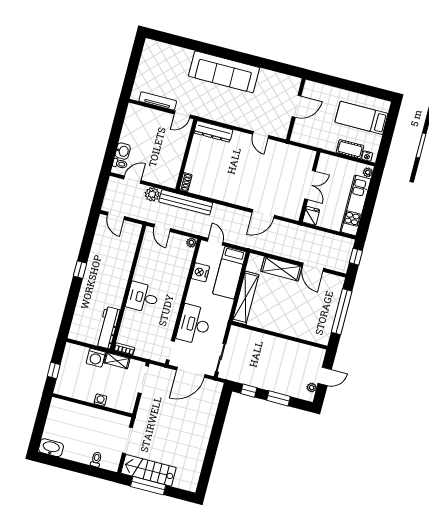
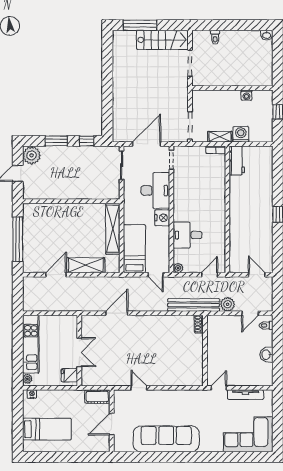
corner sofa: (165, 61) -> (248, 434), added
sofa: (224, 72) -> (166, 439), moved
dresser: (213, 131) -> (185, 379), removed
cot: (350, 149) -> (97, 397), moved
washbasin: (123, 151) -> (266, 355), moved
double door: (310, 185) -> (79, 352), swing flipped
fridge: (311, 216) -> (69, 375), moved, turned 90
door: (162, 228) -> (210, 275), hinge flipped
window: (356, 257) -> (18, 295), removed
door: (313, 267) -> (56, 275), hinge flipped
nightstand: (200, 272) -> (162, 218), moved
desk: (142, 297) -> (188, 235), moved, turned 180
workbench: (108, 328) -> (237, 161), width x0.73
plant: (312, 388) -> (32, 155), width x1.88, depth x1.88
washing machine: (100, 400) -> (247, 95), moved
washbasin: (51, 448) -> (267, 35), width x0.52, depth x0.69
window: (148, 486) -> (140, 25), moved

